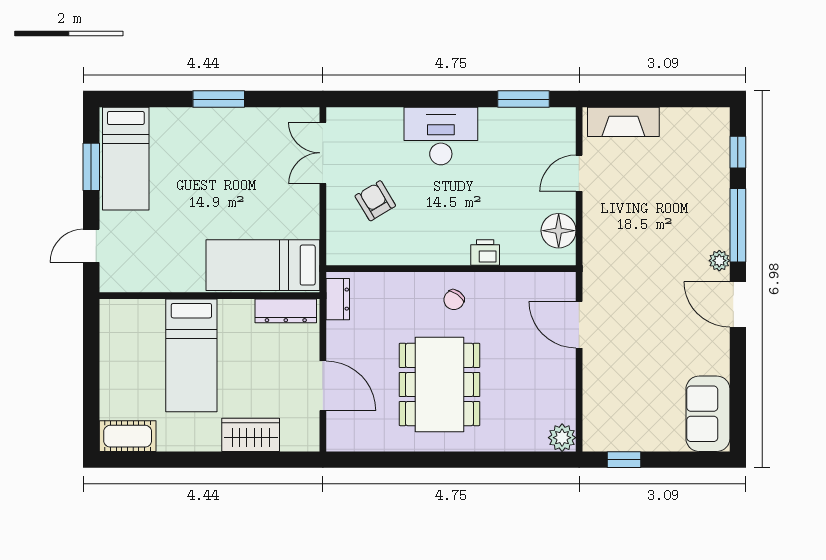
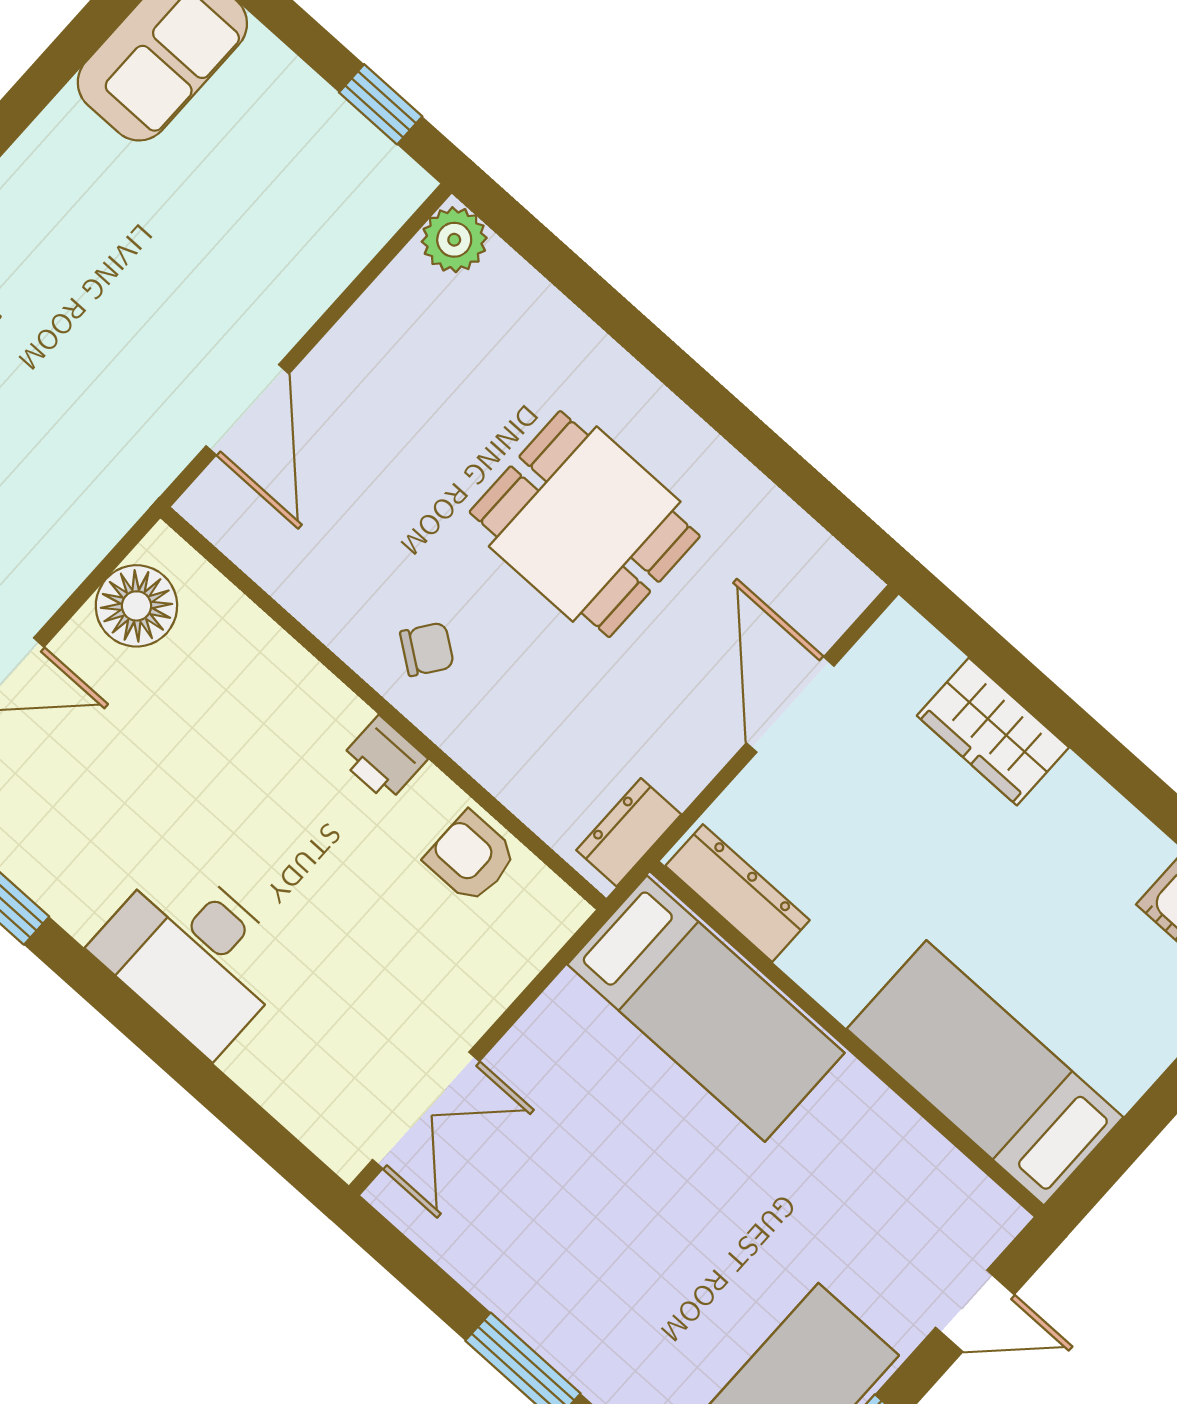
armchair: (375, 201) -> (471, 857), moved, turned 121
printer: (485, 252) -> (383, 759), moved
bed: (191, 355) -> (985, 1073), moved, turned -90
dining table: (439, 384) -> (585, 524), width x0.73

